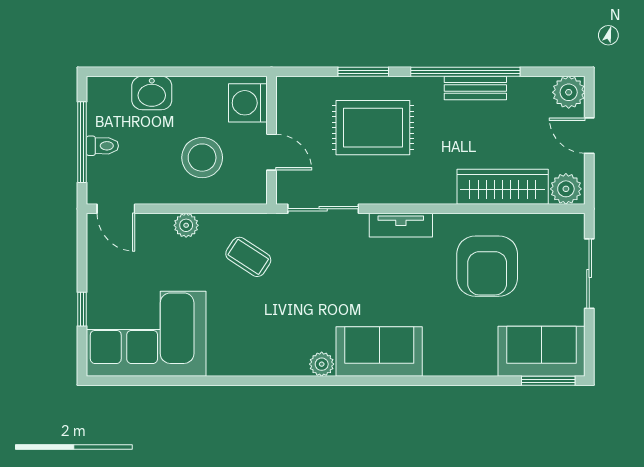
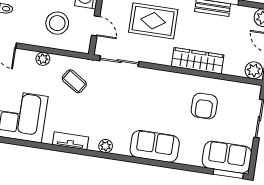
wardrobe: (503, 187) -> (198, 61), moved
tv unit: (401, 225) -> (71, 141), moved, turned 180
armchair: (487, 266) -> (204, 106), width x0.73, depth x0.73
sofa: (379, 351) -> (155, 146), moved

